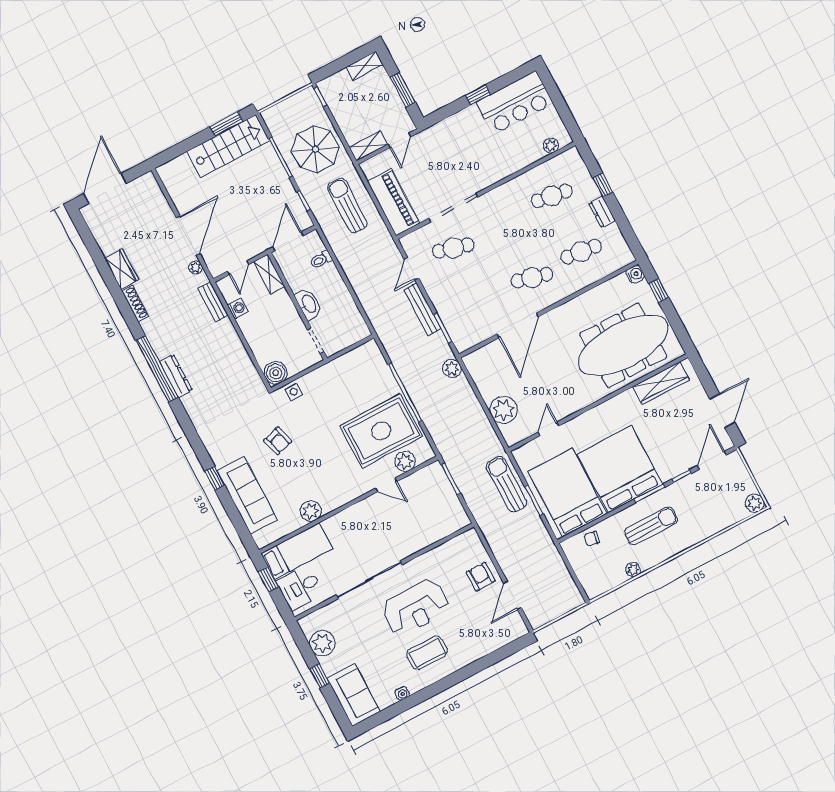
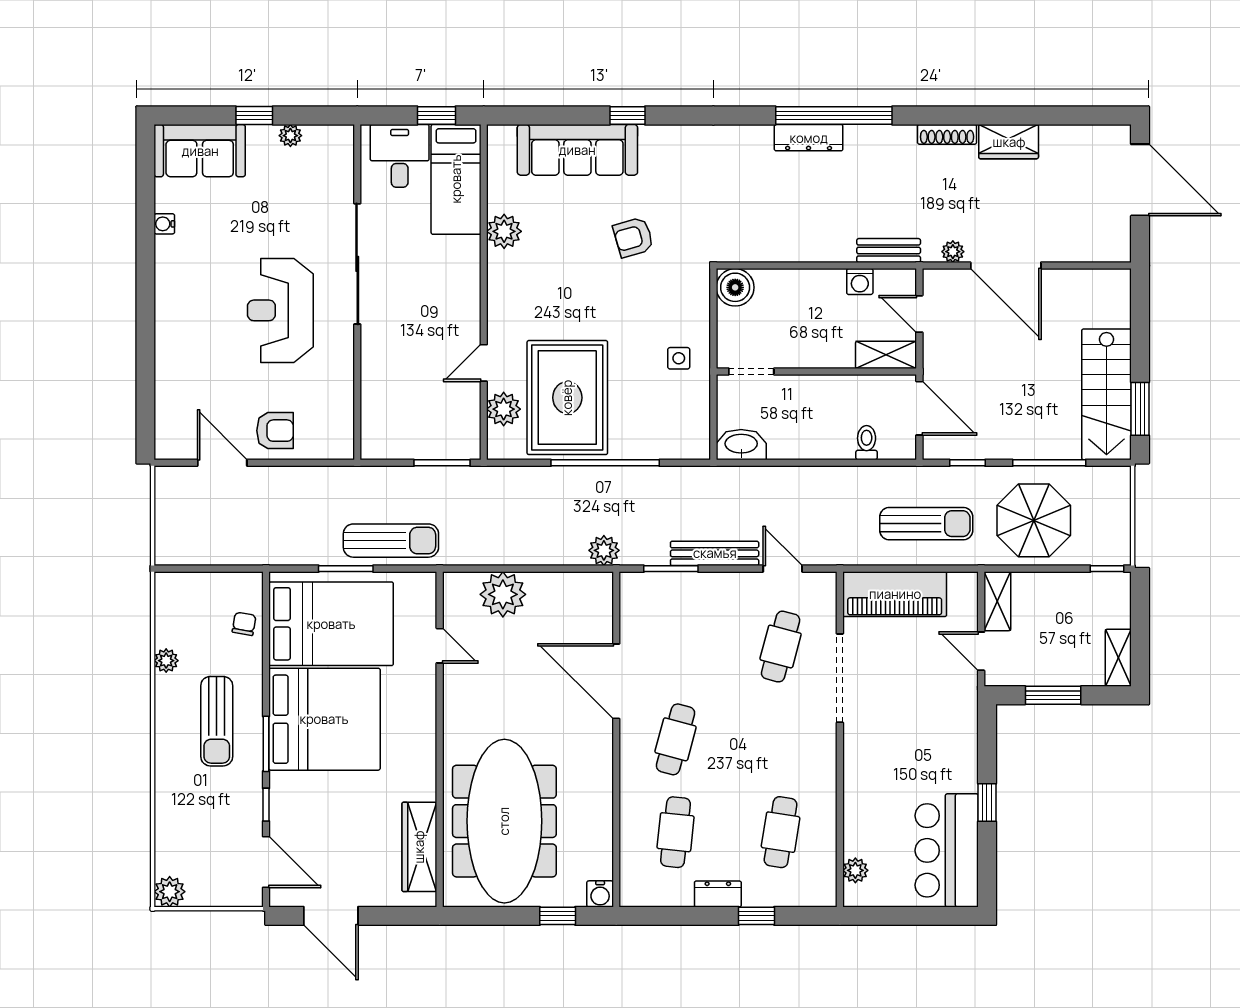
washbasin: (309, 304) -> (741, 445), moved, turned 180
side table: (294, 392) -> (679, 358), moved
plant: (322, 643) -> (290, 136), width x0.53, depth x0.53
coffee table: (427, 653) -> (205, 292), removed

